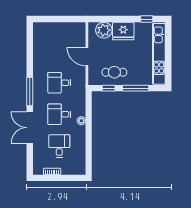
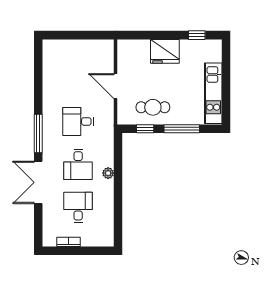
plant: (104, 30) -> (139, 50), removed
kitchen unit: (159, 54) -> (213, 93), width x0.73
desk: (59, 114) -> (78, 164), turned -90

